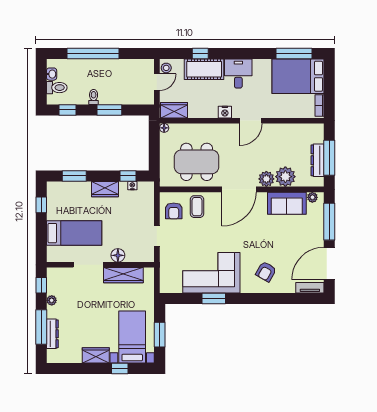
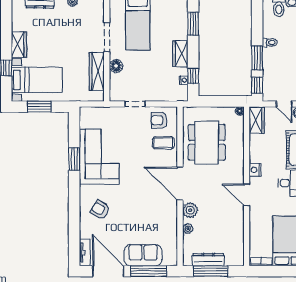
window: (67, 110) -> (257, 85), moved
plant: (285, 177) -> (188, 229), width x0.53, depth x0.53
plant: (312, 197) -> (172, 255), removed
sofa: (287, 203) -> (143, 255), moved, turned 90

